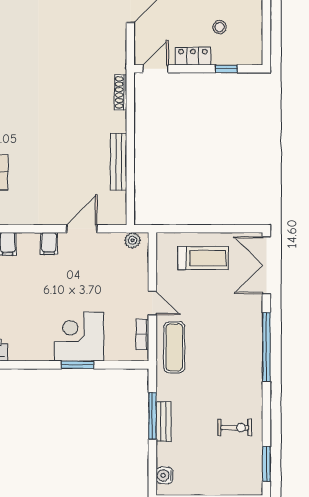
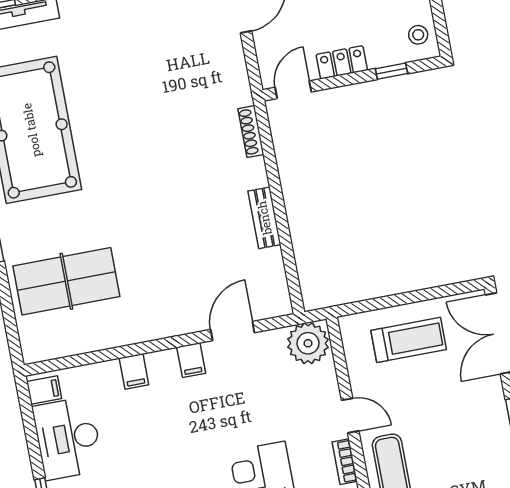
stool: (220, 27) -> (418, 35), moved
bench: (119, 162) -> (264, 218), width x0.73
plant: (133, 240) -> (308, 343), width x1.88, depth x1.88

